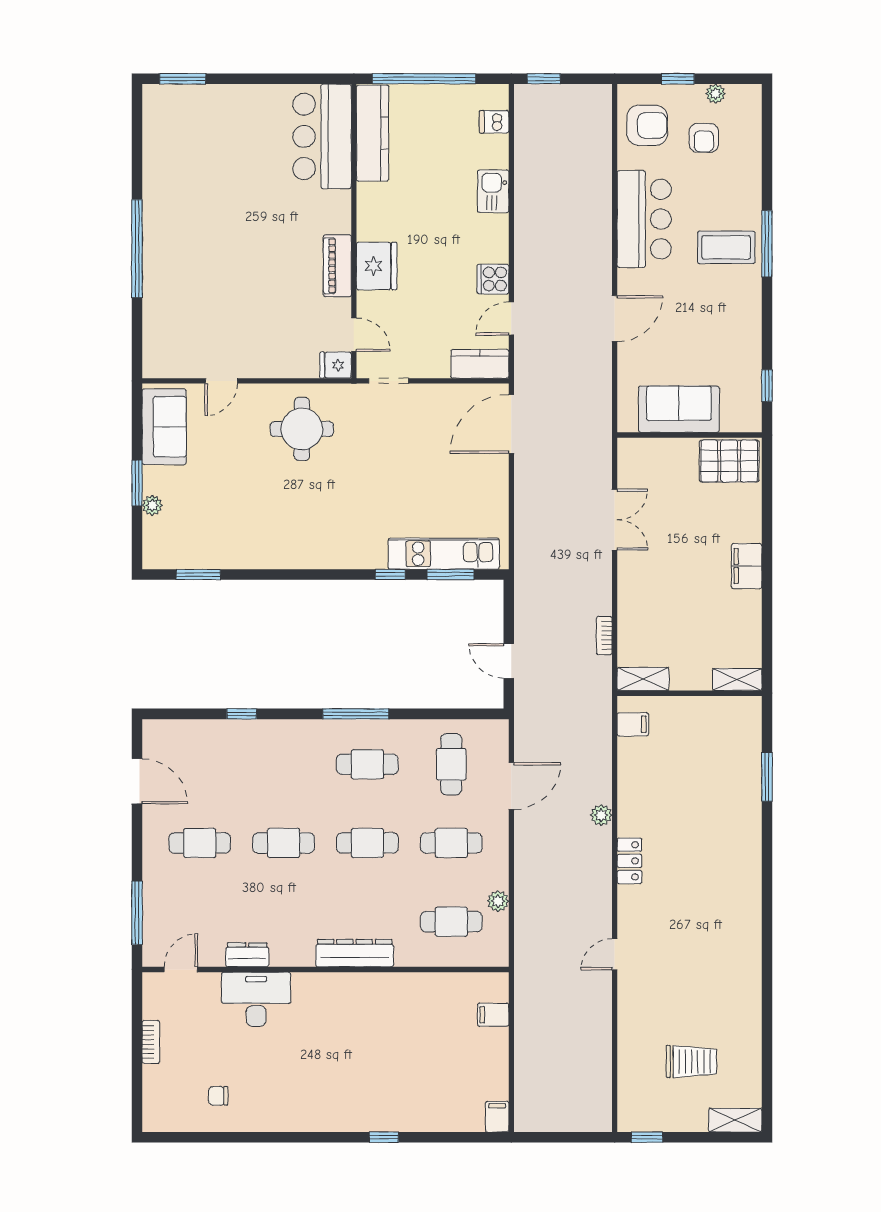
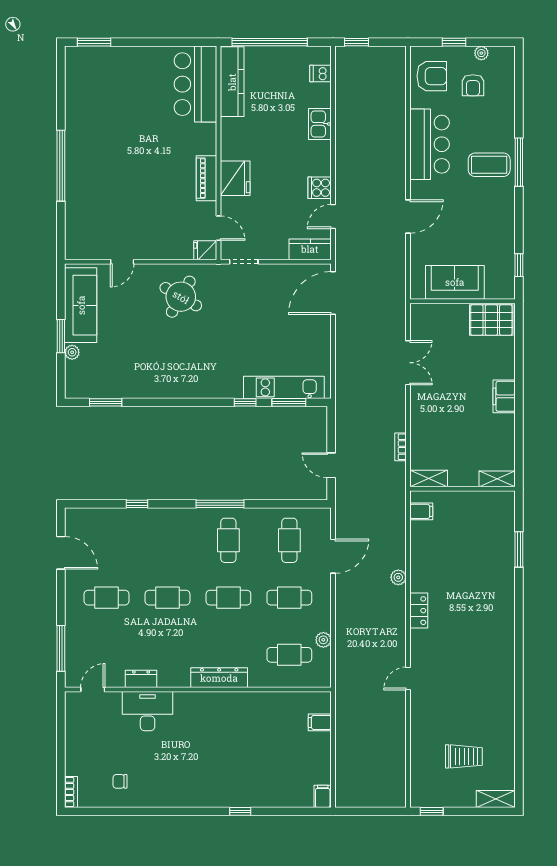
sofa: (164, 427) -> (81, 305), width x1.36
round table: (302, 429) -> (181, 297), turned 30
cafe table: (367, 764) -> (228, 540), turned 90
bookcase: (151, 1042) -> (71, 792), moved

